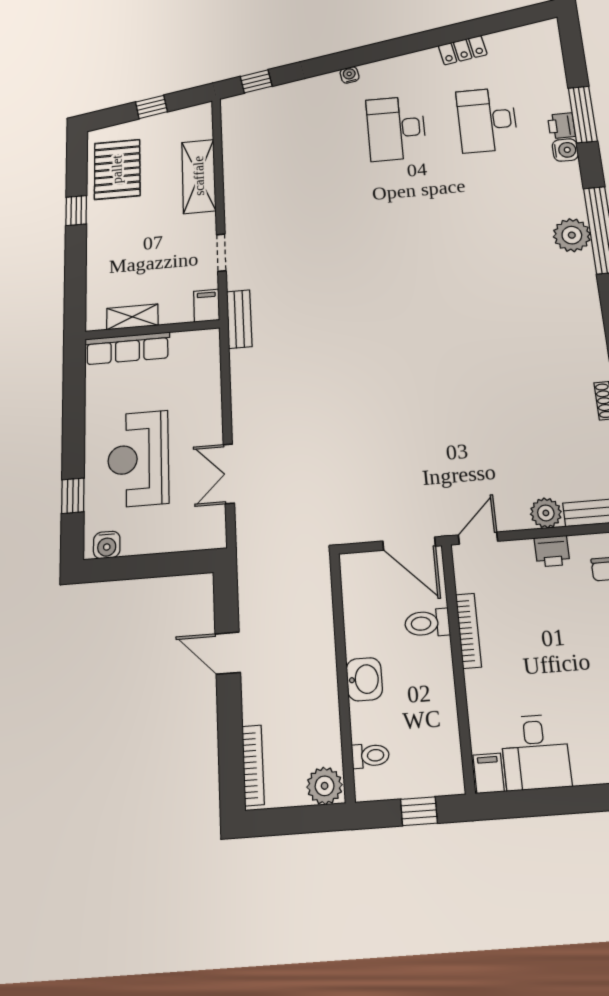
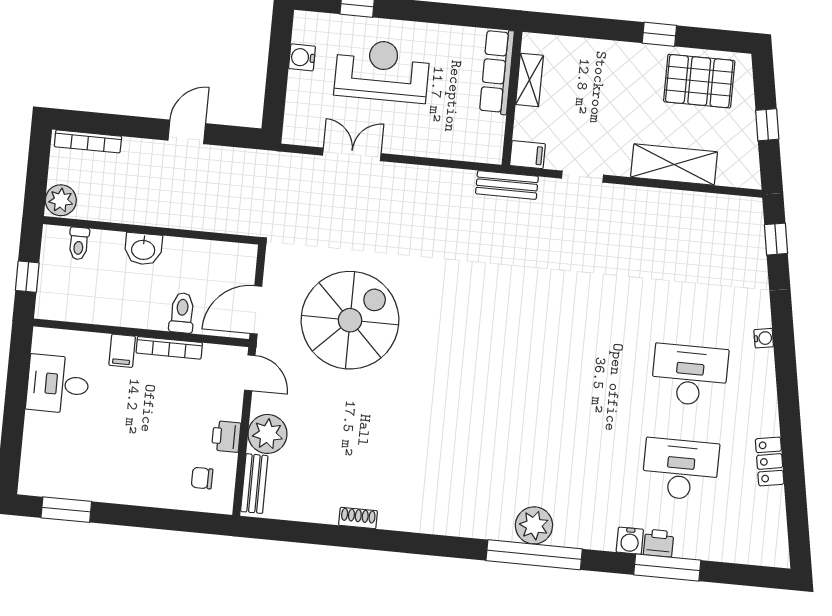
spiral stairs: (402, 445) -> (350, 320), added
plant: (546, 513) -> (268, 434), width x1.36, depth x1.36
water cooler: (107, 545) -> (302, 57), moved
filing cabinet: (489, 773) -> (122, 351), moved, turned 90

